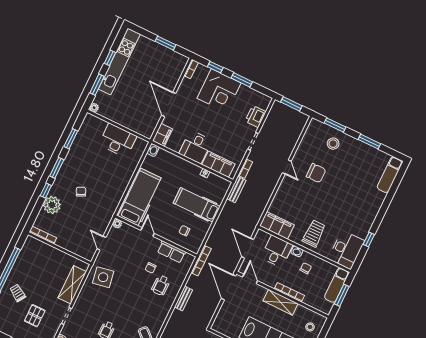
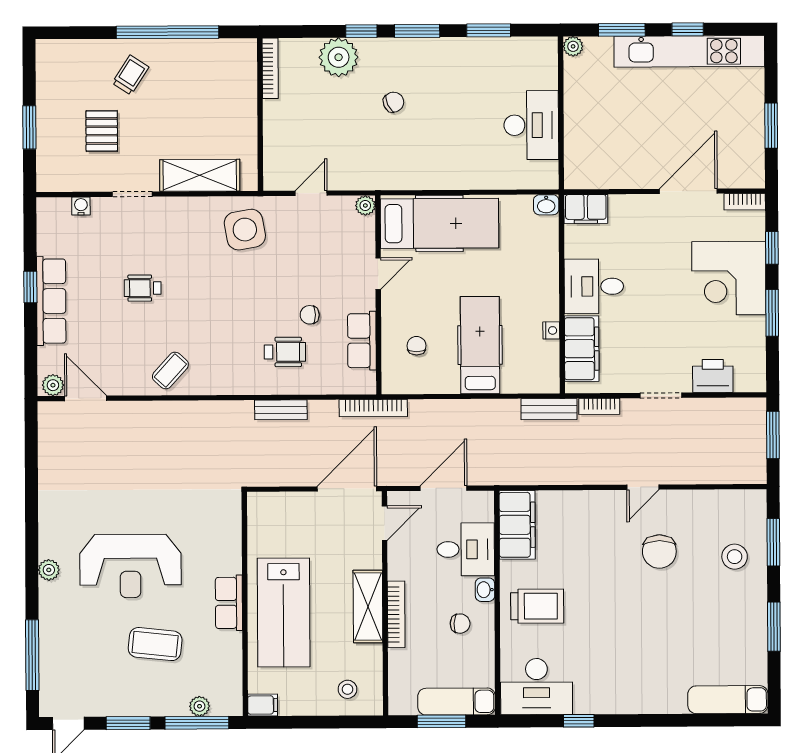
door: (169, 104) -> (688, 191), moved
wheelchair: (161, 285) -> (285, 352), turned 180
pallet: (35, 316) -> (102, 131), turned 90

